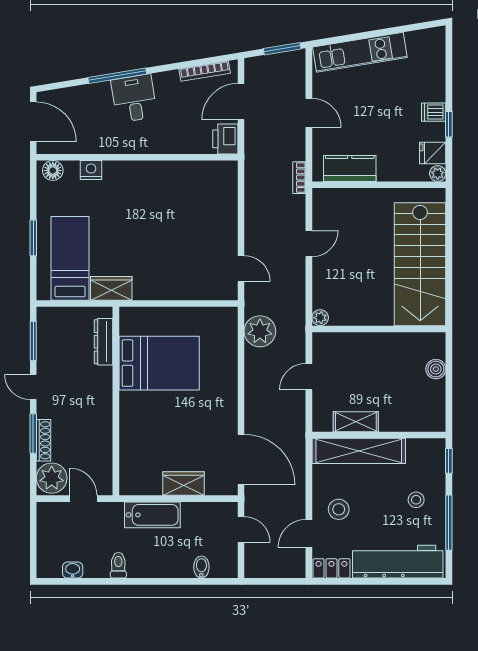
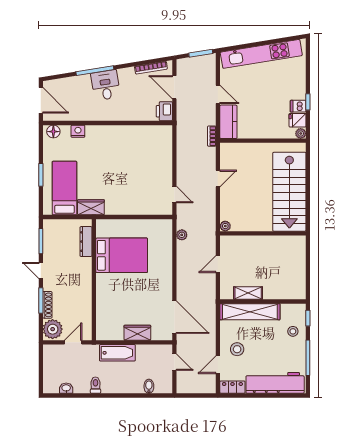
kitchen unit: (360, 52) -> (261, 54), width x1.36
door: (241, 101) -> (174, 87), hinge flipped
dishwasher: (434, 112) -> (298, 106), moved
kitchen counter: (350, 168) -> (228, 122), moved, turned 90
plant: (260, 331) -> (182, 235), width x0.53, depth x0.53
boiler: (436, 369) -> (299, 259), removed
door: (84, 499) -> (73, 342), hinge flipped
stool: (416, 500) -> (293, 331), moved

